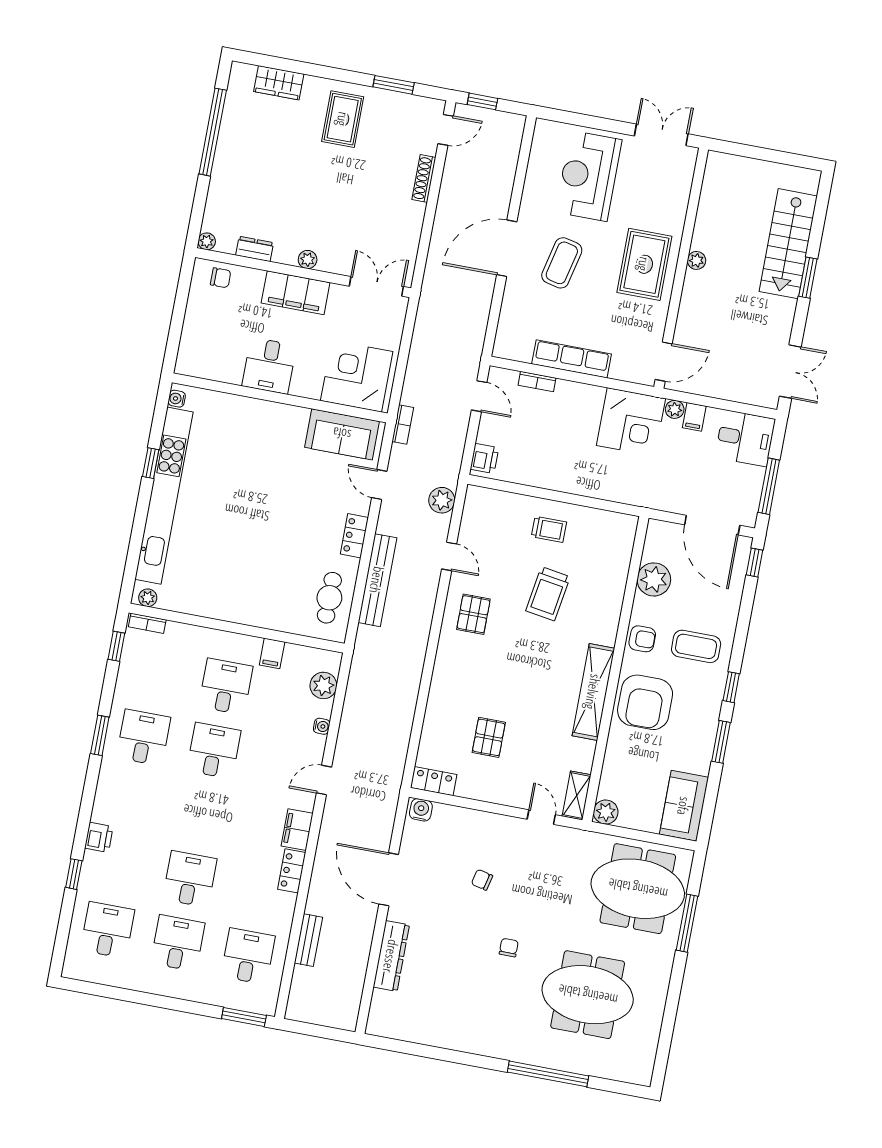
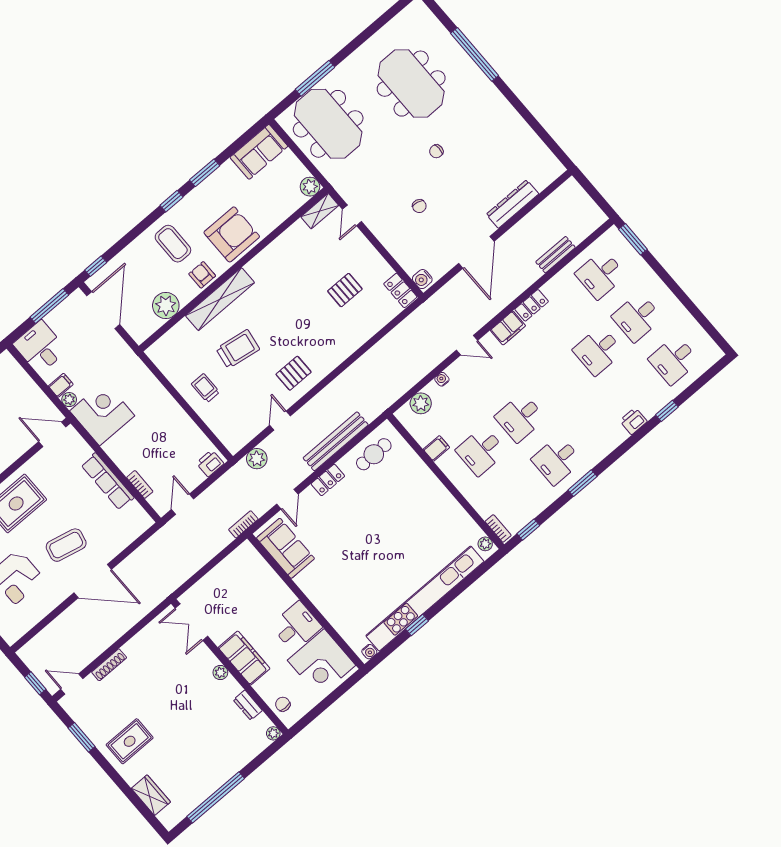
corner desk: (357, 376) -> (322, 663), moved
shelving: (593, 692) -> (220, 299), moved

